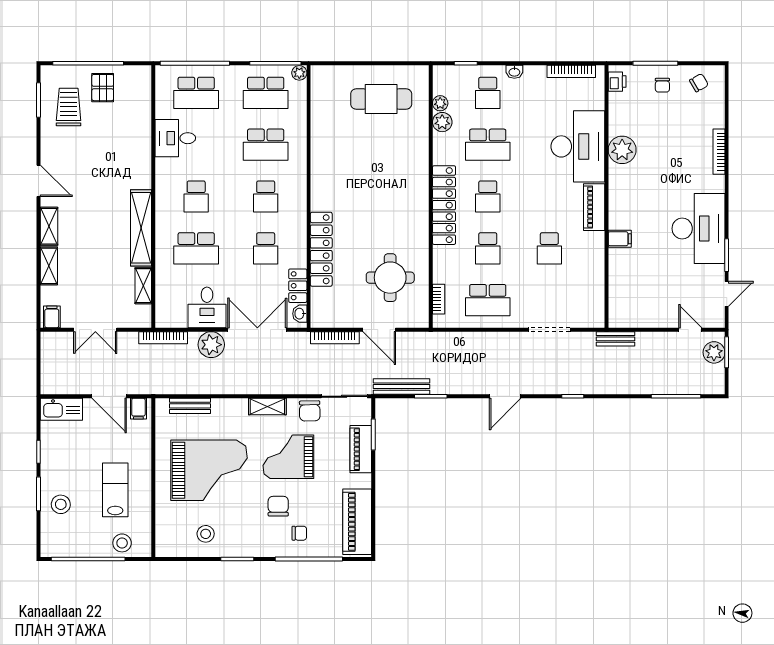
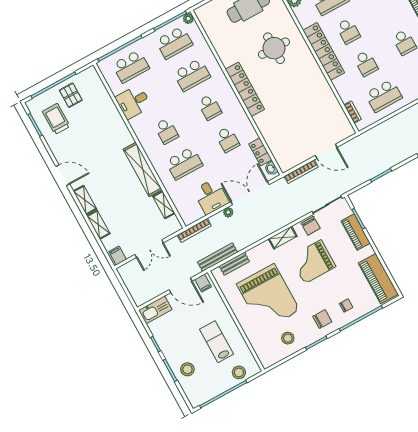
locker: (321, 249) -> (245, 89), moved
round table: (390, 278) -> (274, 48), moved
plant: (211, 345) -> (228, 212), width x0.53, depth x0.53
bench: (402, 387) -> (218, 257), moved
grand piano: (209, 470) -> (268, 297), turned 90
chair: (278, 506) -> (322, 319), moved, turned 90

